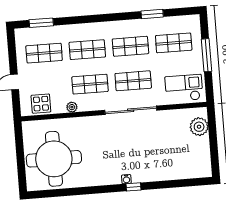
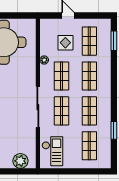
window: (206, 55) -> (77, 171), removed
display table: (41, 104) -> (65, 43), moved

